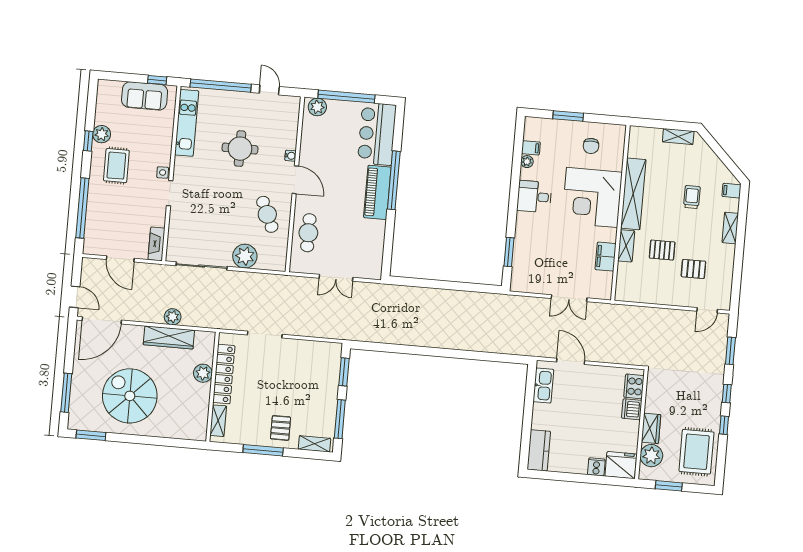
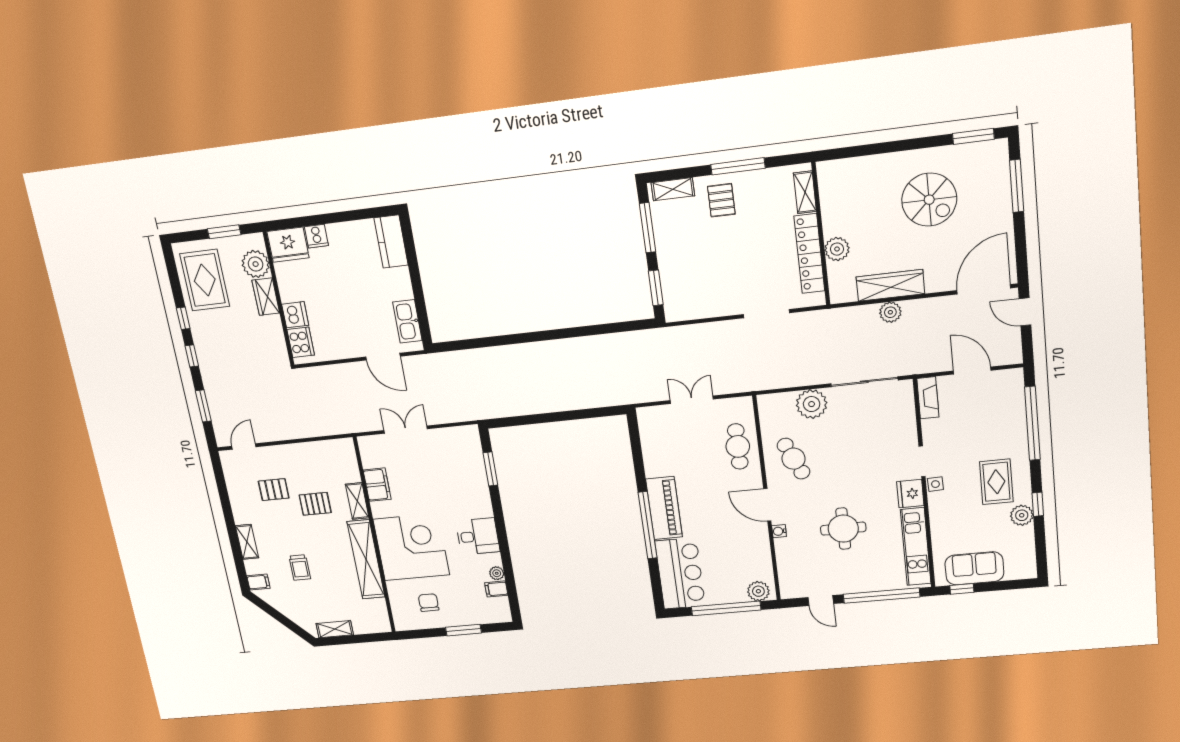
fridge: (183, 168) -> (910, 494), added
spiral stairs: (130, 396) -> (929, 200), width x0.73, depth x0.73

